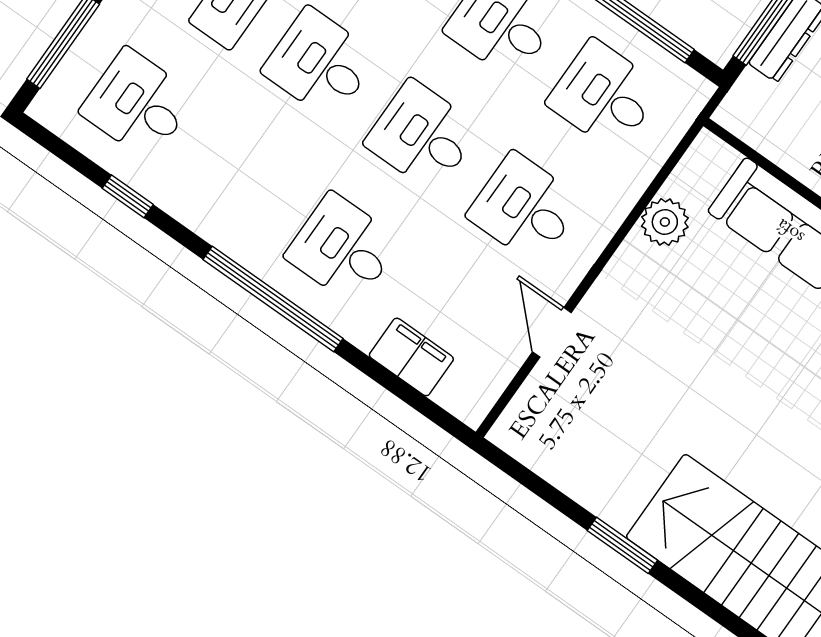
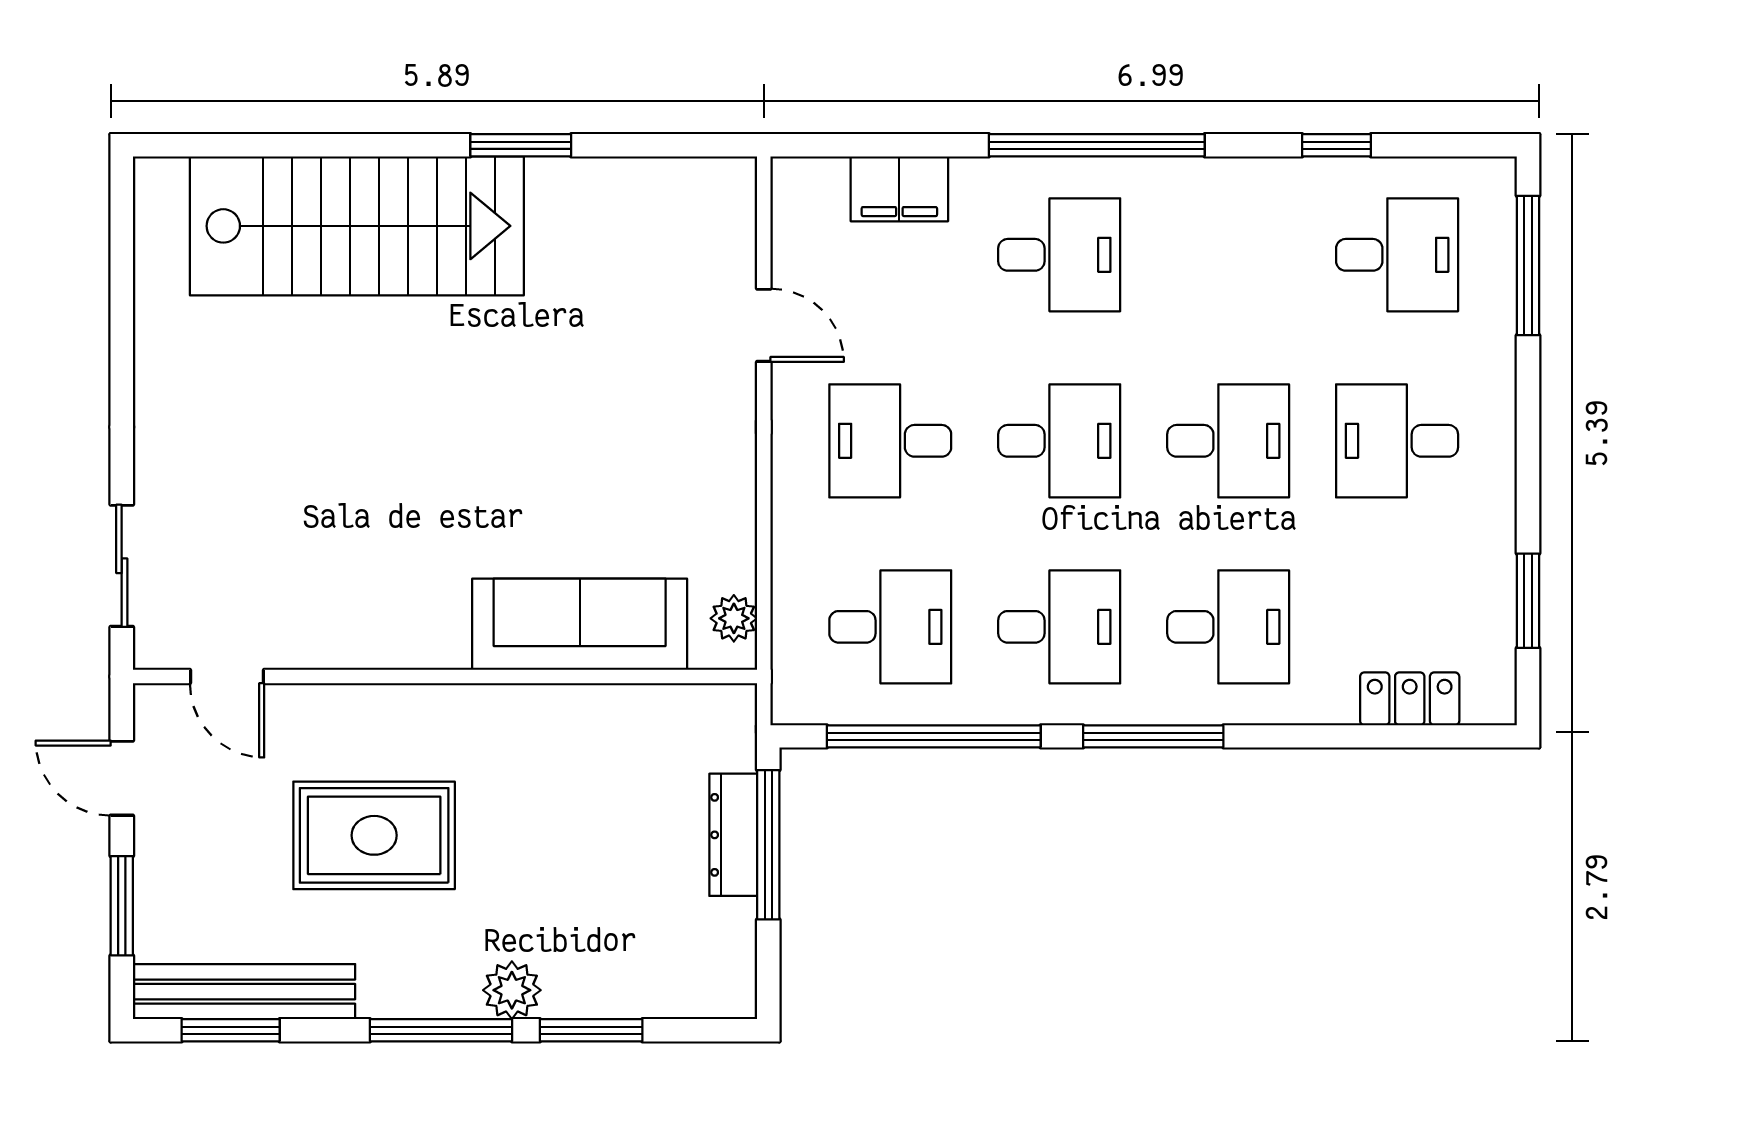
desk: (525, 208) -> (890, 441), turned 180
plant: (665, 222) -> (734, 618), moved, width x0.73, depth x0.73

